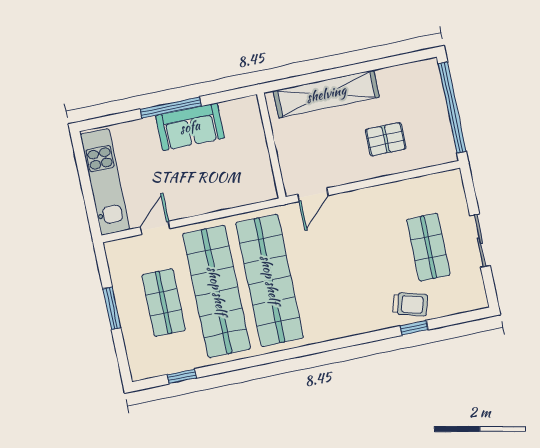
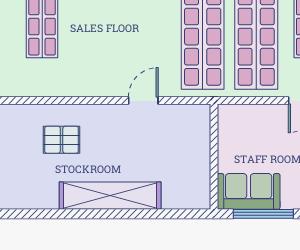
wall: (271, 146) -> (214, 157), moved

